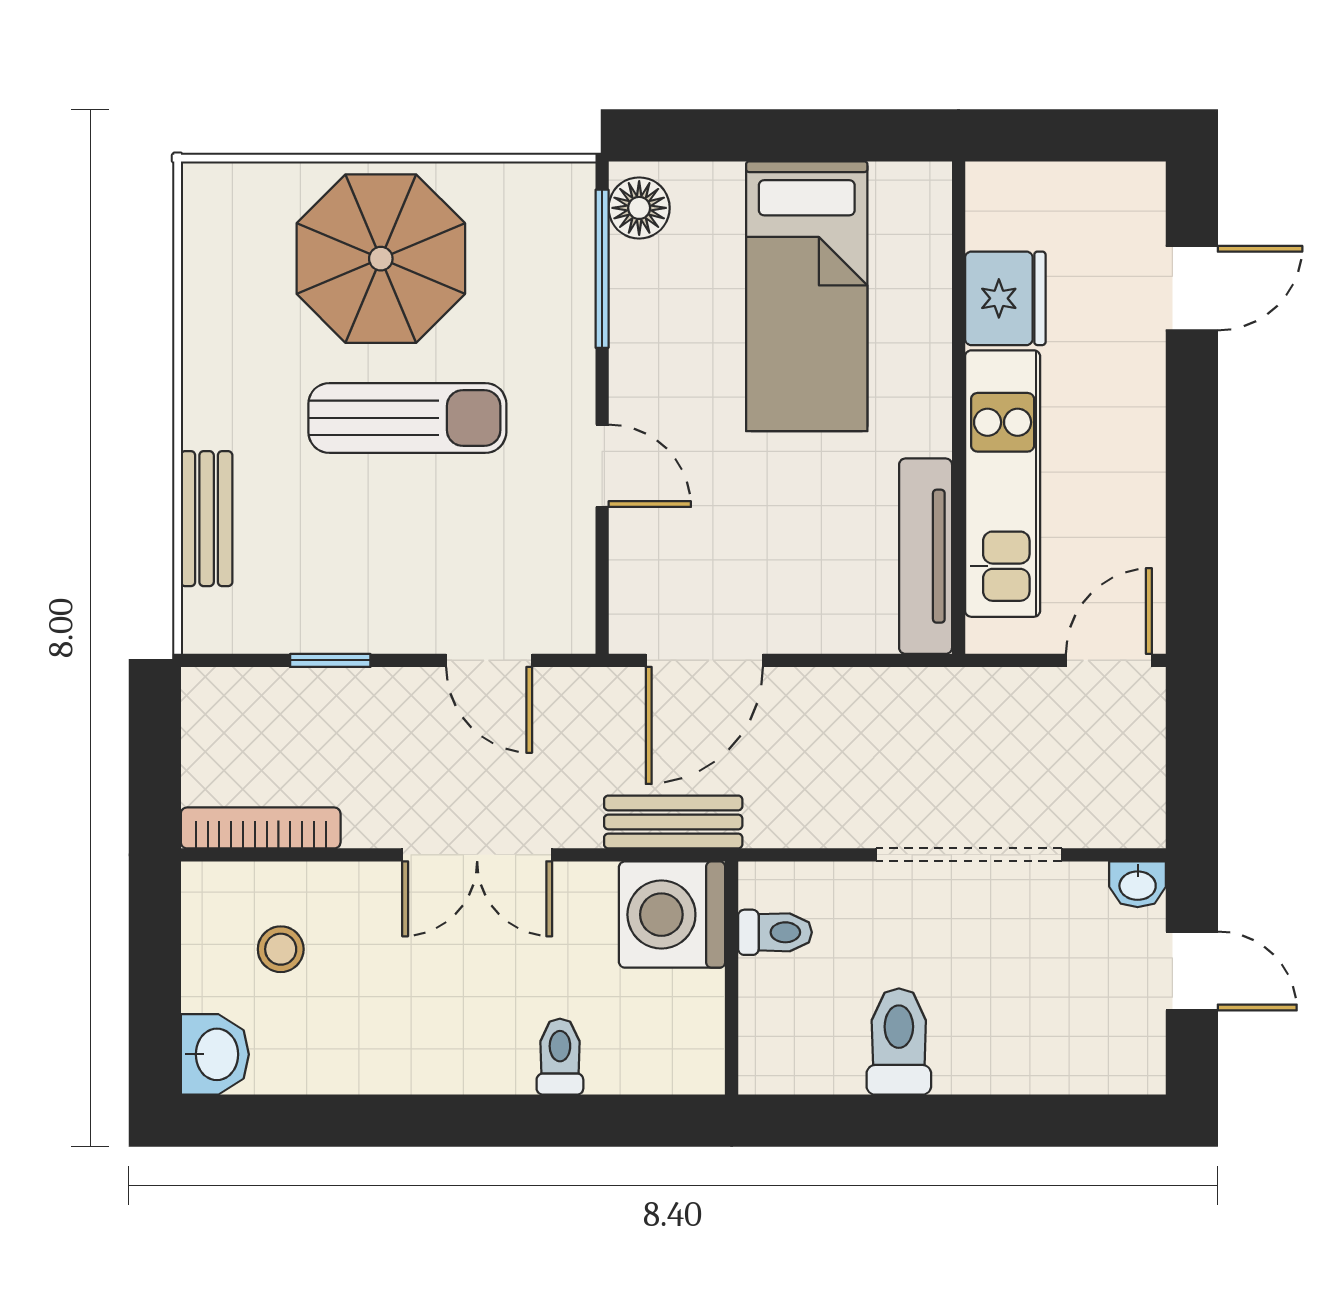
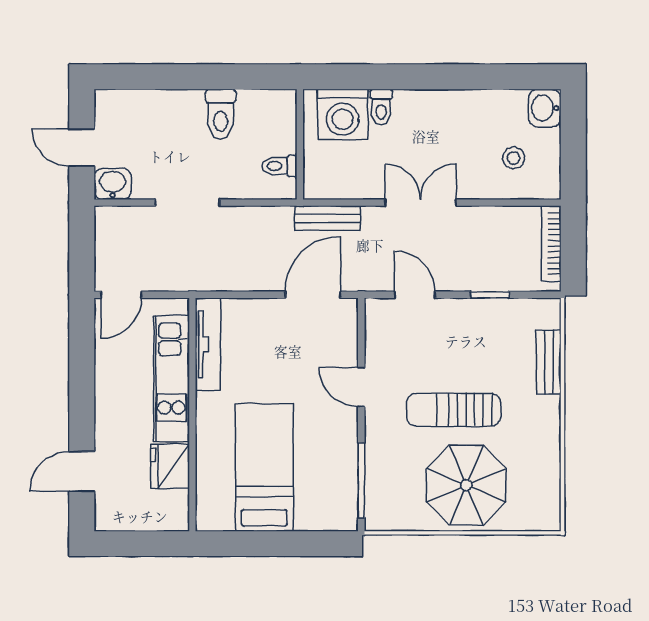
floor lamp: (639, 208) -> (344, 509), removed
bookcase: (261, 828) -> (551, 244), moved, turned 90
doorway: (969, 855) -> (187, 203), width x0.73
washbasin: (1138, 884) -> (113, 184), width x1.38, depth x1.45
washing machine: (672, 915) -> (343, 114), moved, turned 90

